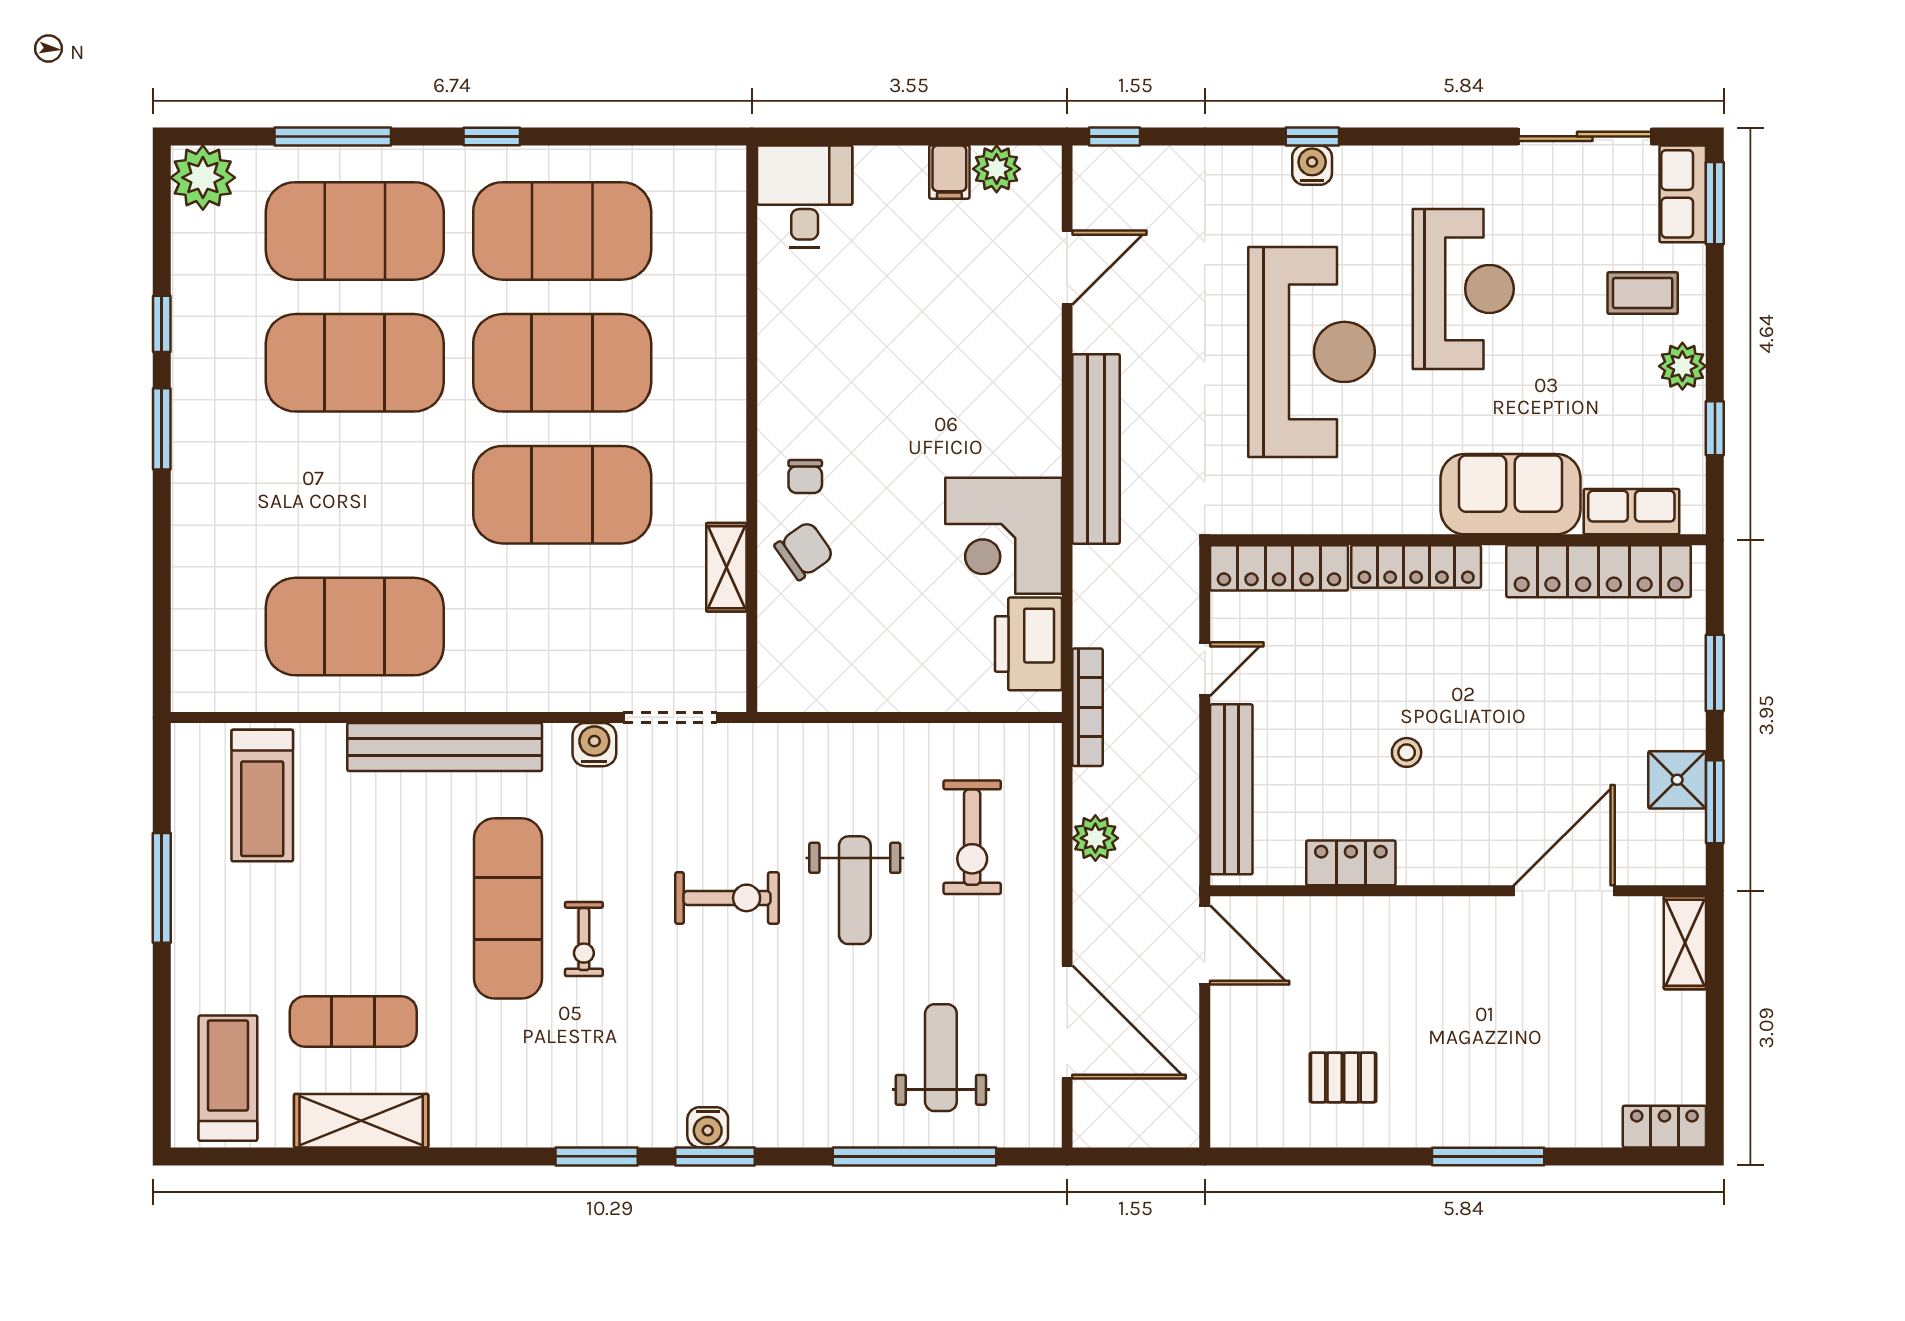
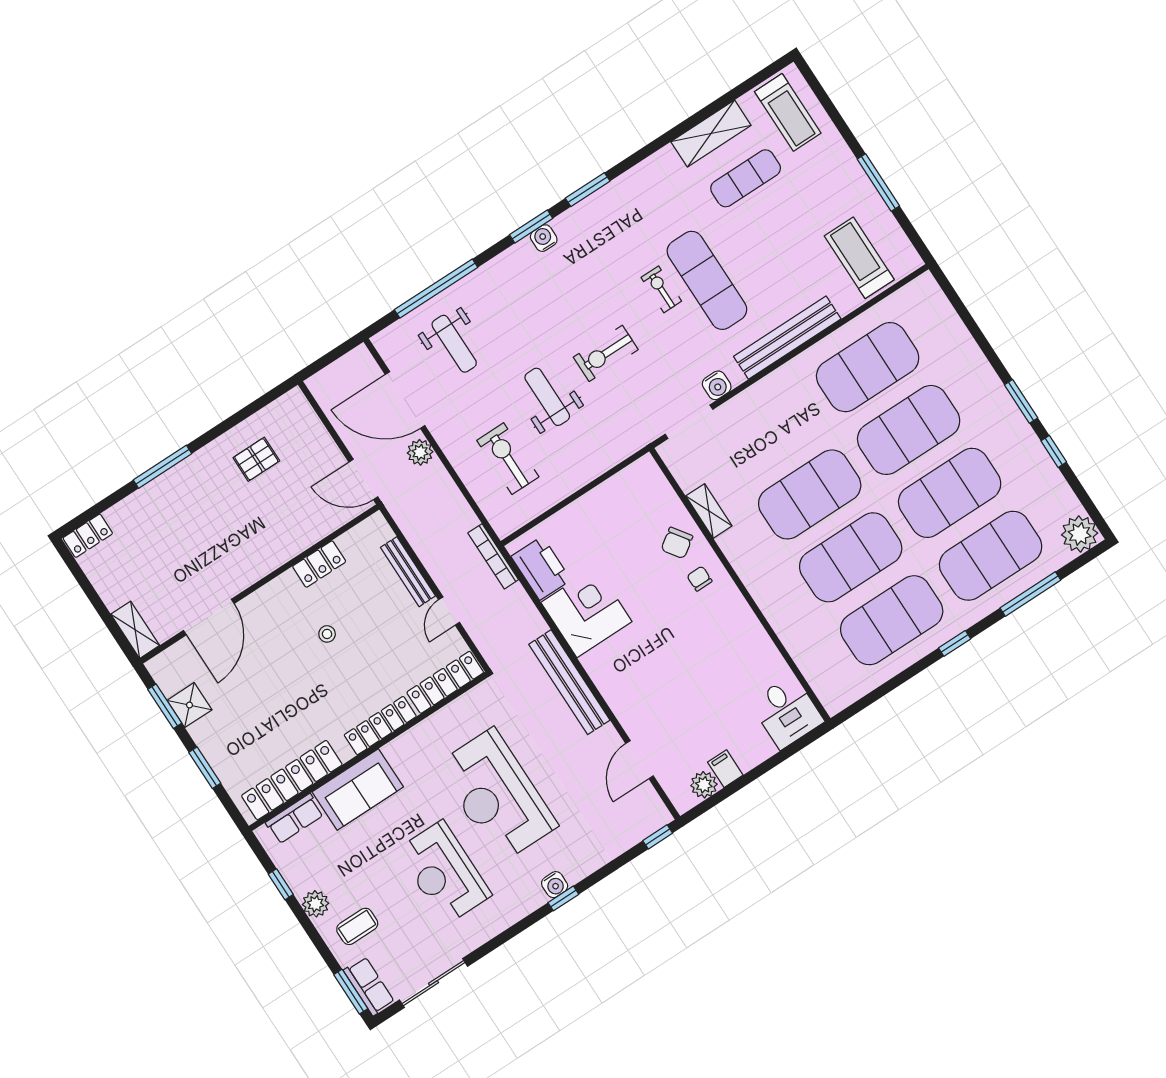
exercise mat: (355, 495) -> (909, 430), added
bench: (1231, 789) -> (408, 572), width x0.73, depth x0.82
plant: (1095, 838) -> (420, 452), moved

